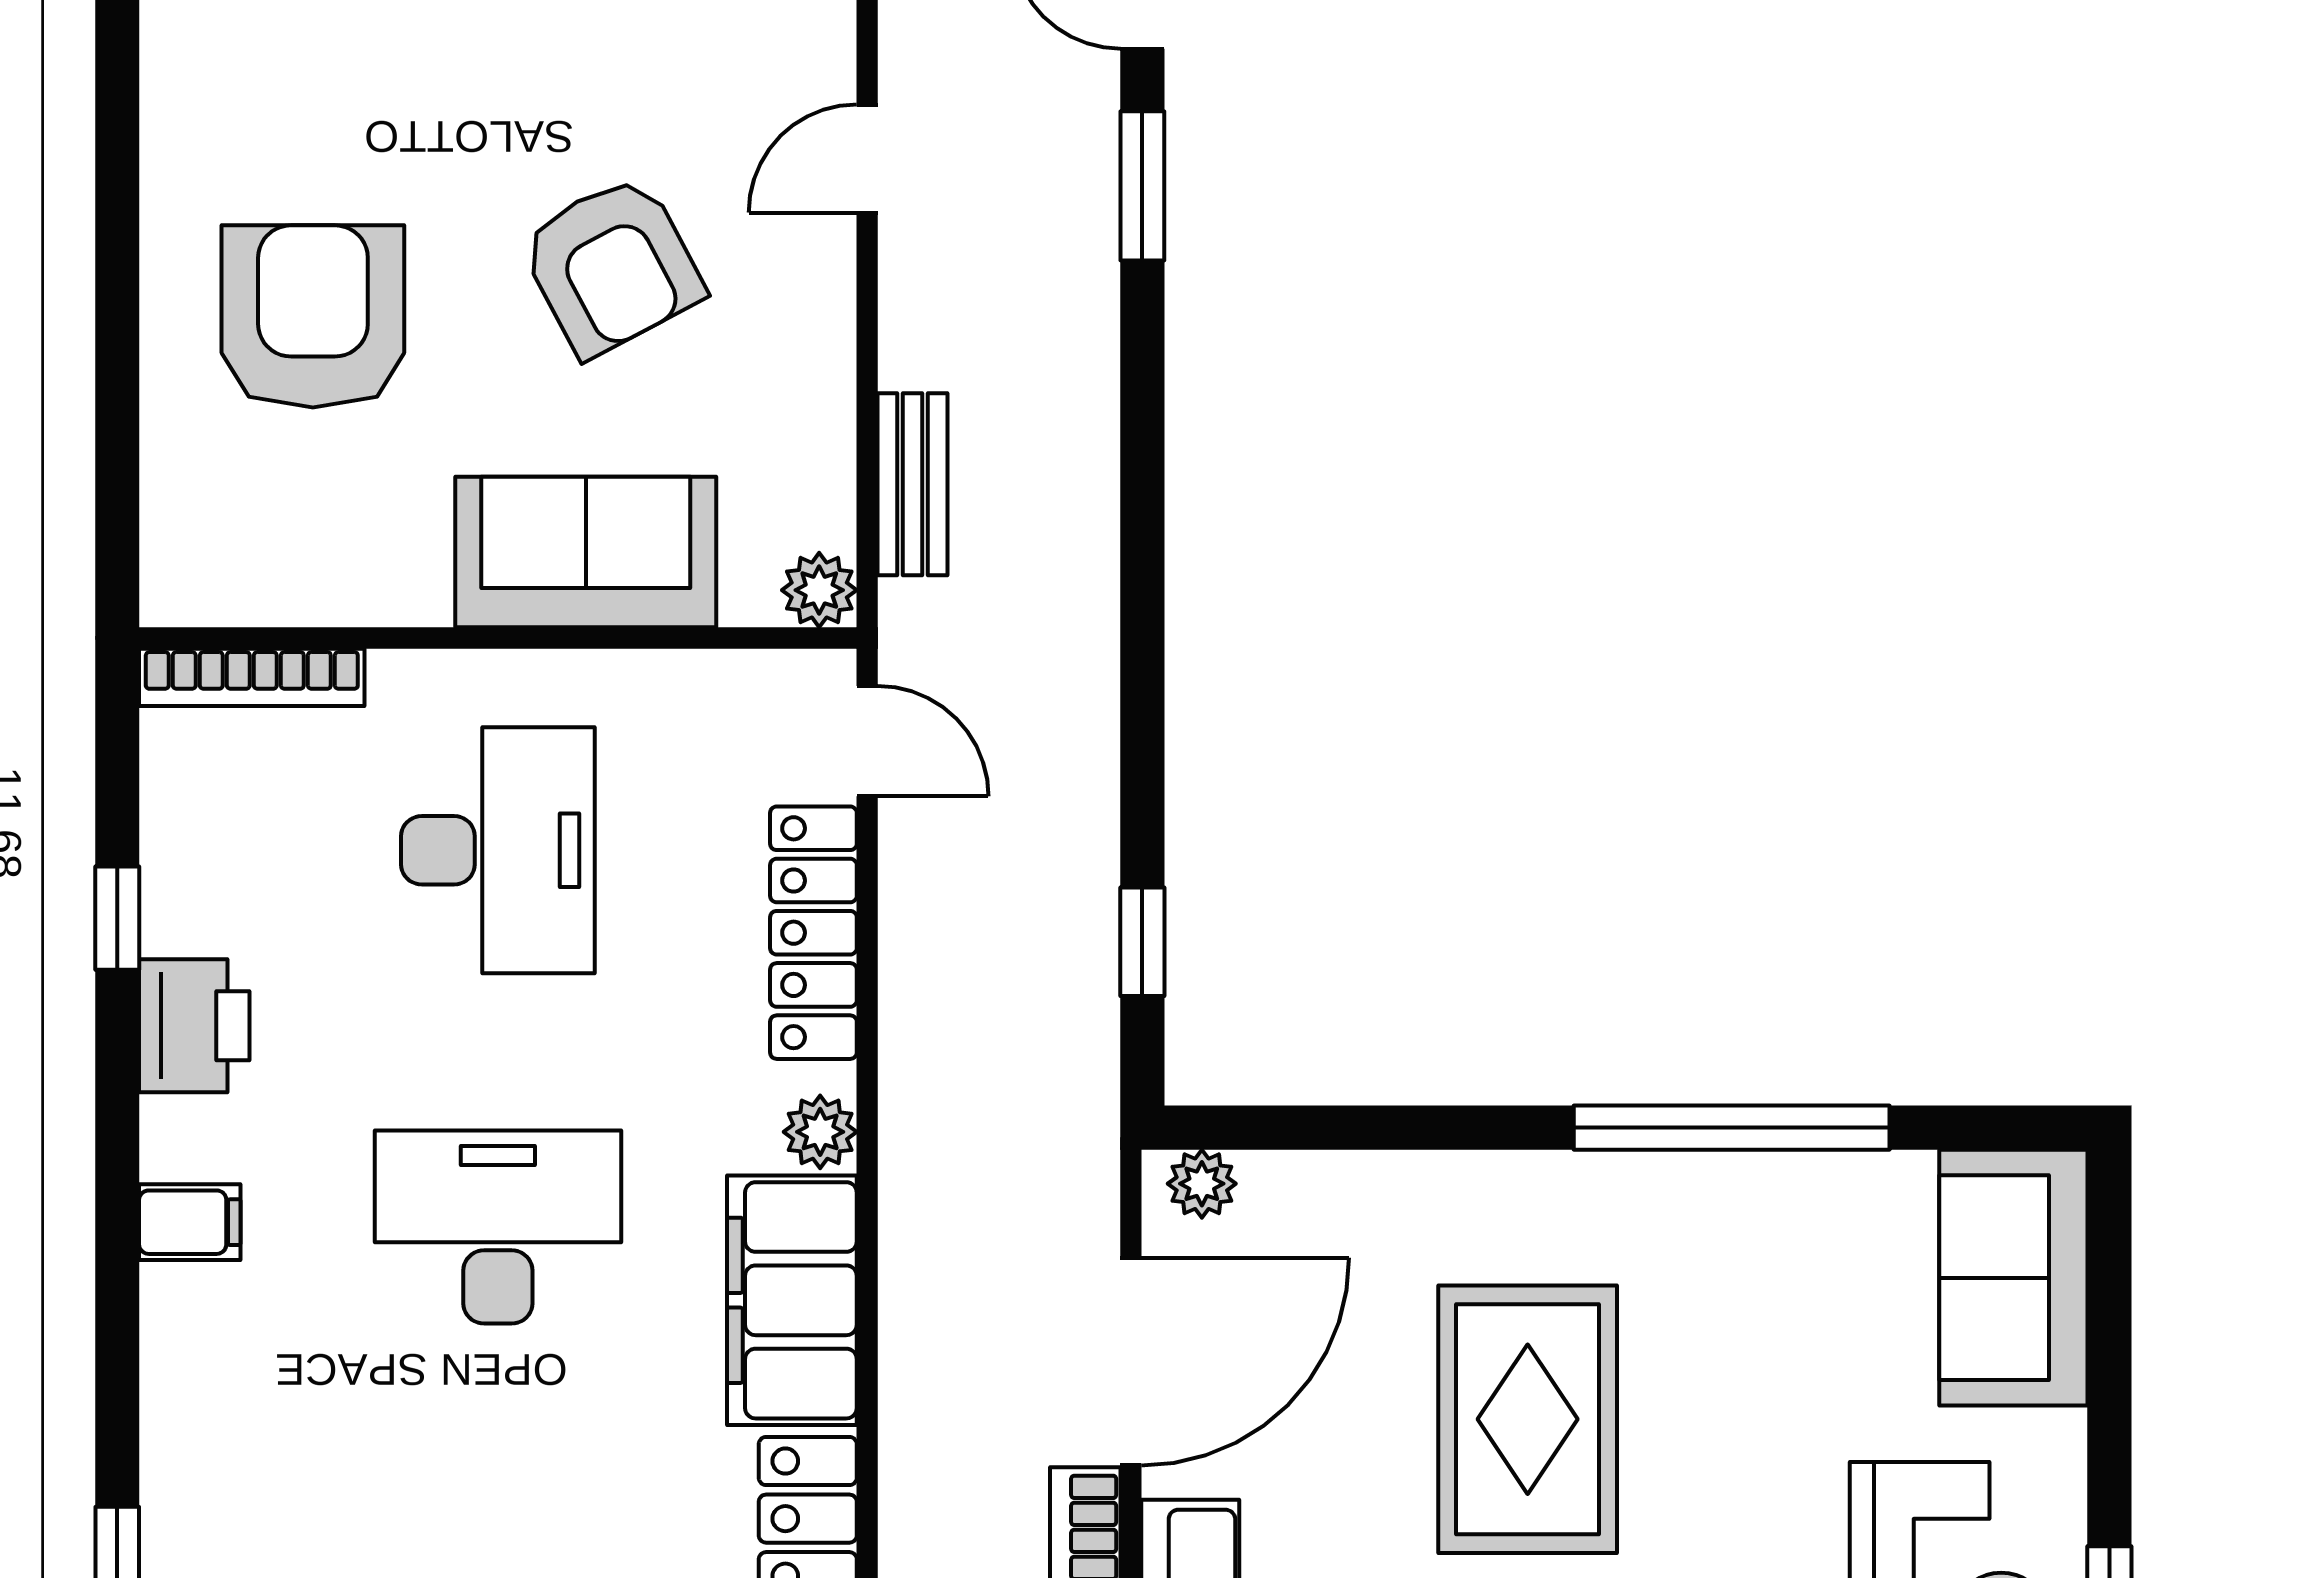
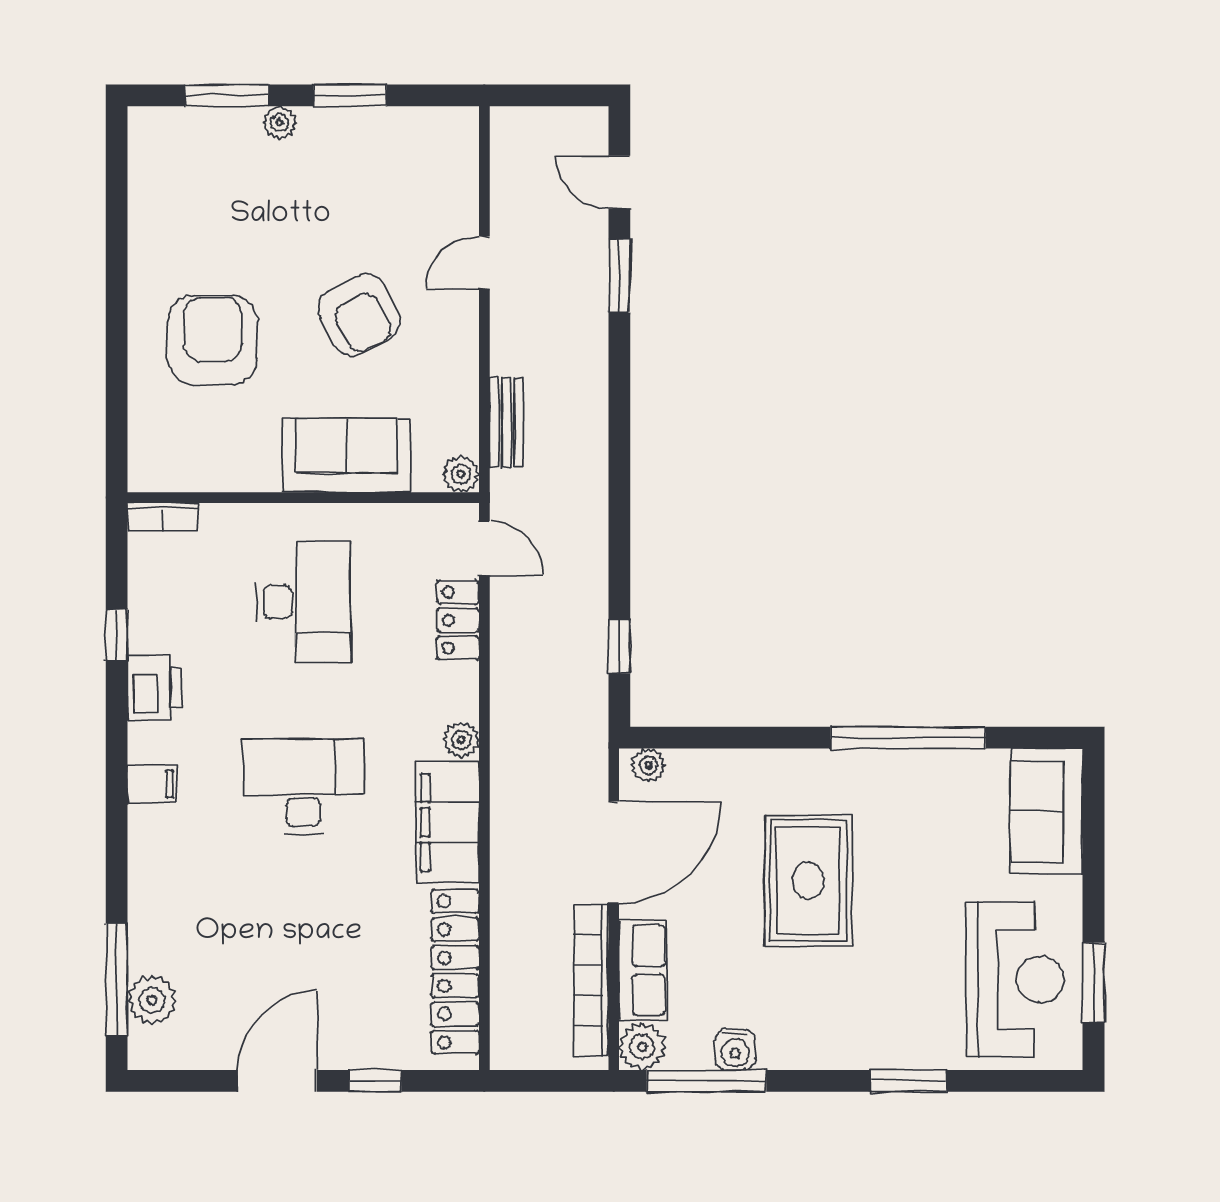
bookcase: (252, 677) -> (163, 517), width x0.64
locker: (813, 933) -> (458, 620), width x0.66

